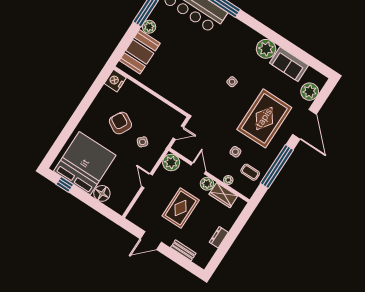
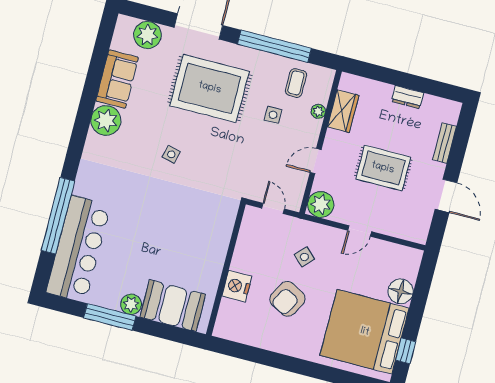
nightstand: (115, 81) -> (237, 286), moved, turned 90
plant: (207, 184) -> (334, 141), removed

